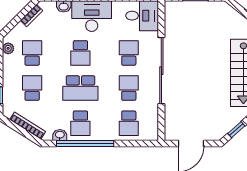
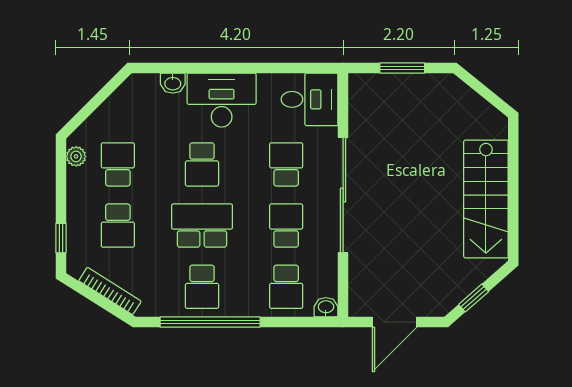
bookcase: (32, 15) -> (117, 99), removed
school desk: (32, 88) -> (118, 226), turned 180
school desk: (80, 88) -> (202, 226), turned 180
washbasin: (60, 135) -> (326, 307), moved

